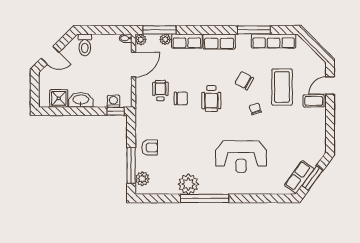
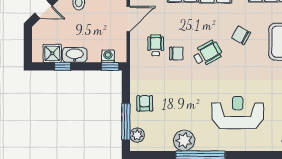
wheelchair: (211, 98) -> (207, 53), turned -119
chair: (255, 109) -> (252, 64), removed
window: (69, 111) -> (63, 66), added
armchair: (150, 148) -> (145, 103), turned -90
reception desk: (241, 157) -> (238, 113), turned 180

